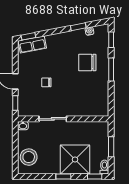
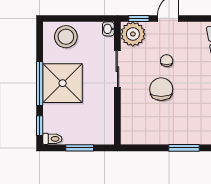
chair: (87, 62) -> (161, 89), moved
plant: (27, 107) -> (133, 34), added
shower: (75, 159) -> (63, 83), moved
window: (63, 176) -> (40, 83), width x2.17

